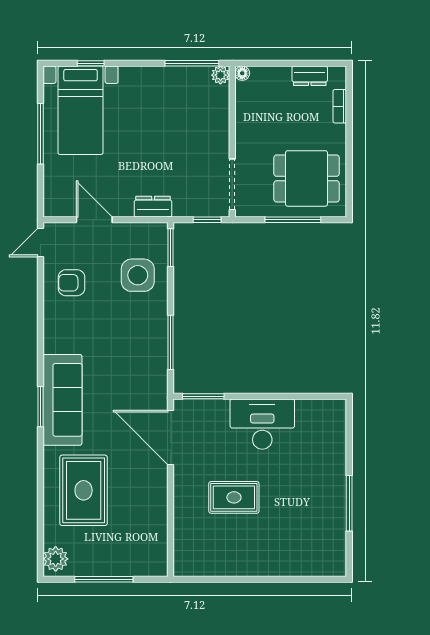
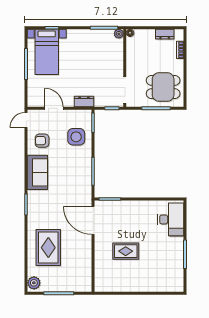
sofa: (62, 400) -> (37, 172), moved, width x0.73
desk: (262, 424) -> (171, 219), moved, turned 90

